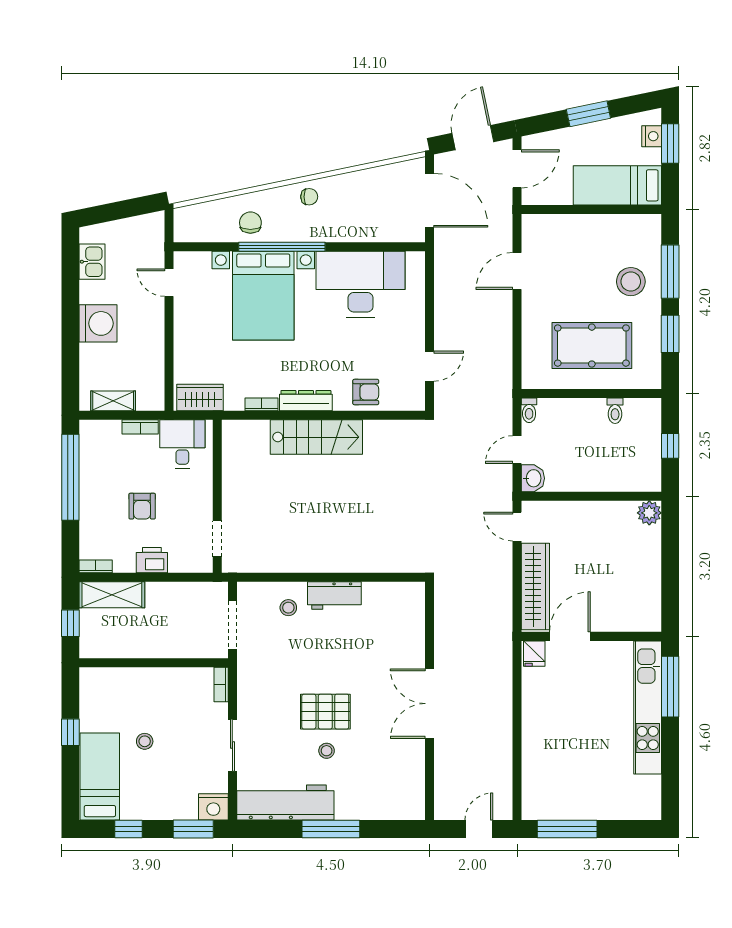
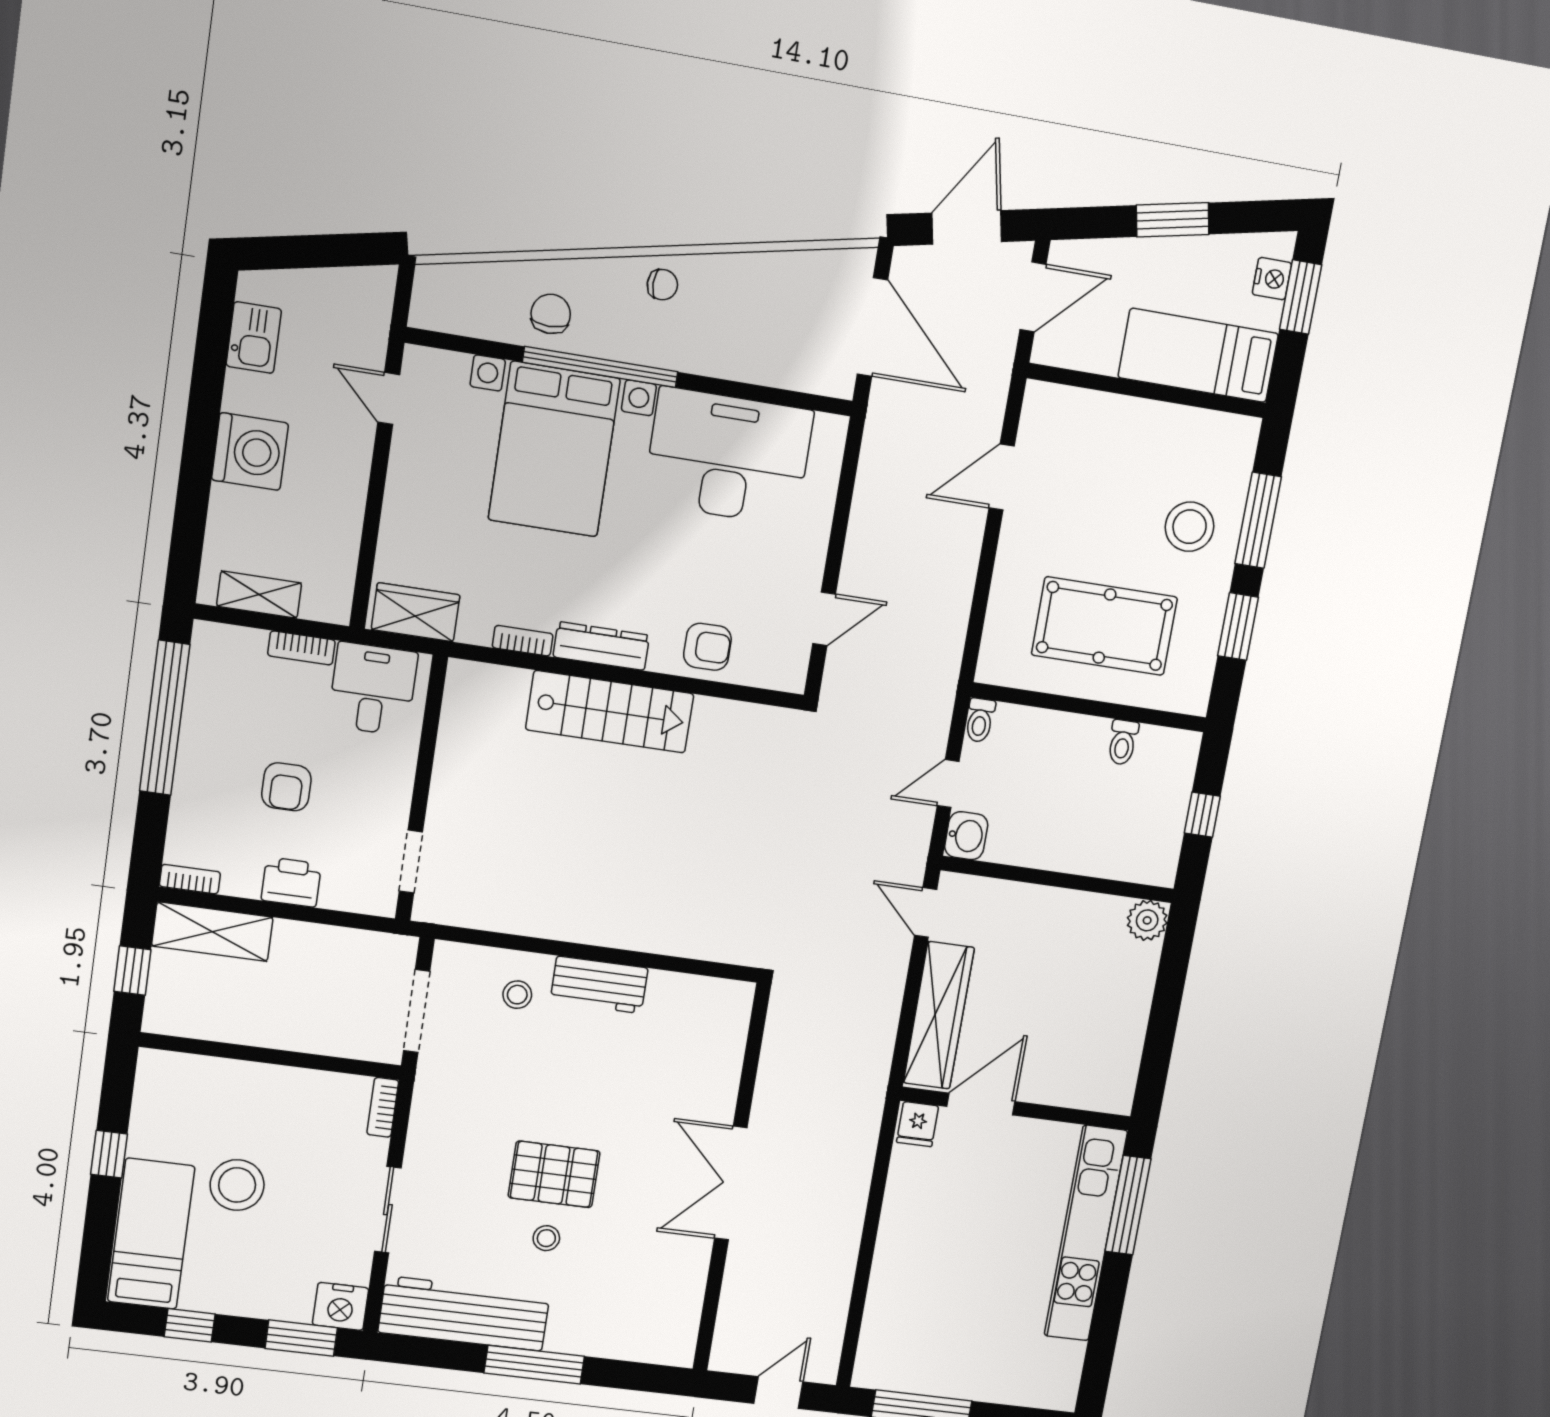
stool: (145, 741) -> (237, 1185), width x1.89, depth x1.89

